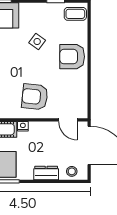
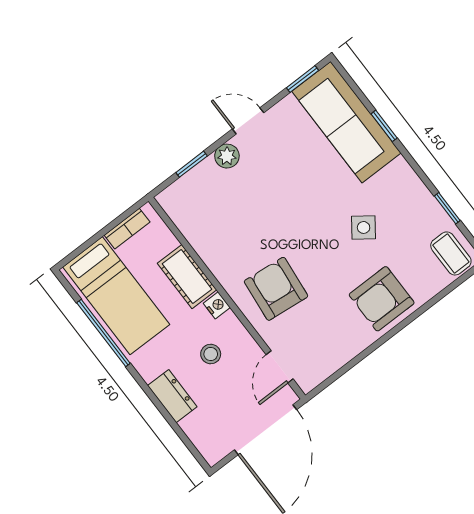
armchair: (72, 57) -> (382, 299), turned -90
stool: (72, 171) -> (211, 354), moved

